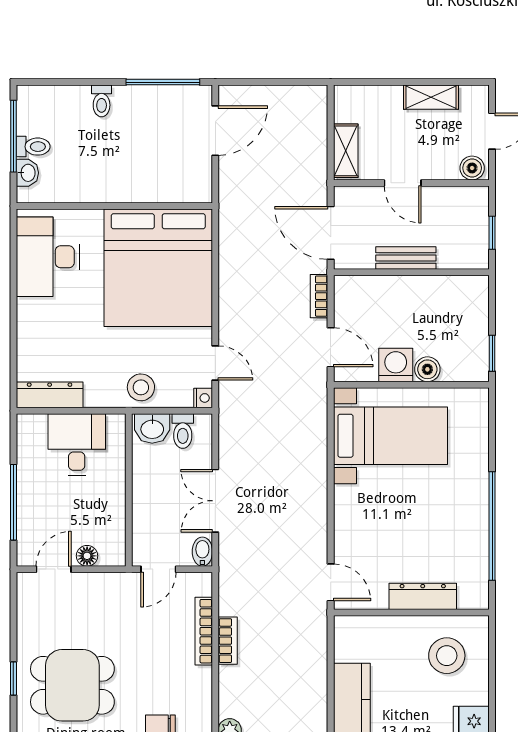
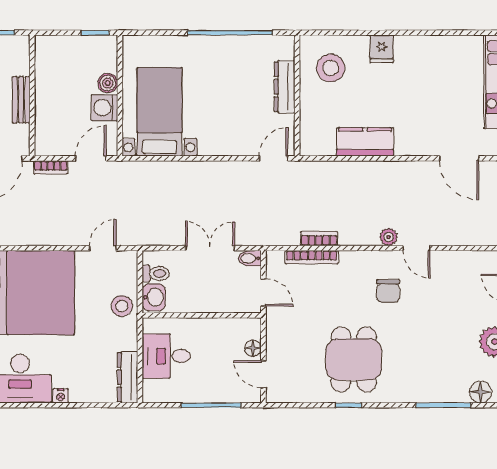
nightstand: (203, 398) -> (61, 396), moved, turned 180
double door: (215, 501) -> (210, 248), swing flipped

